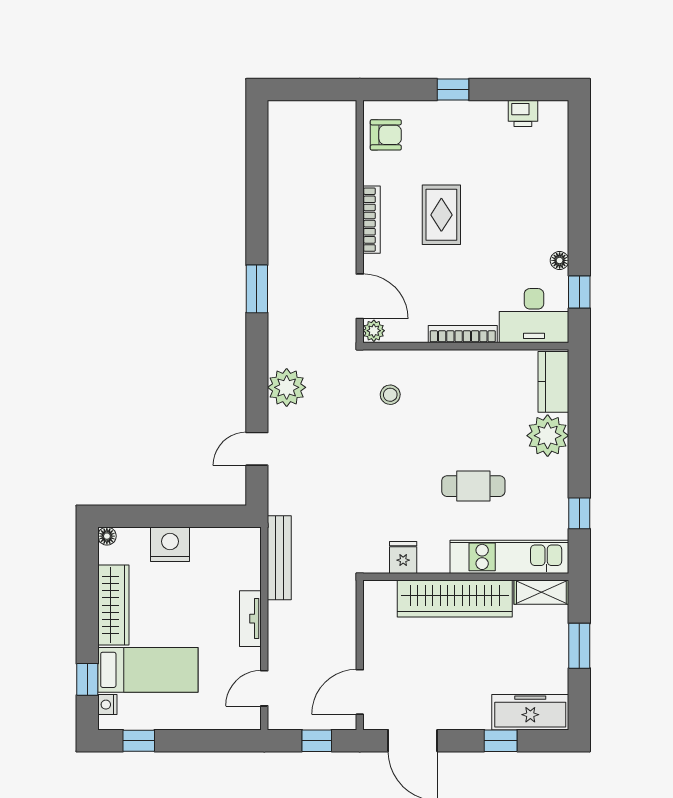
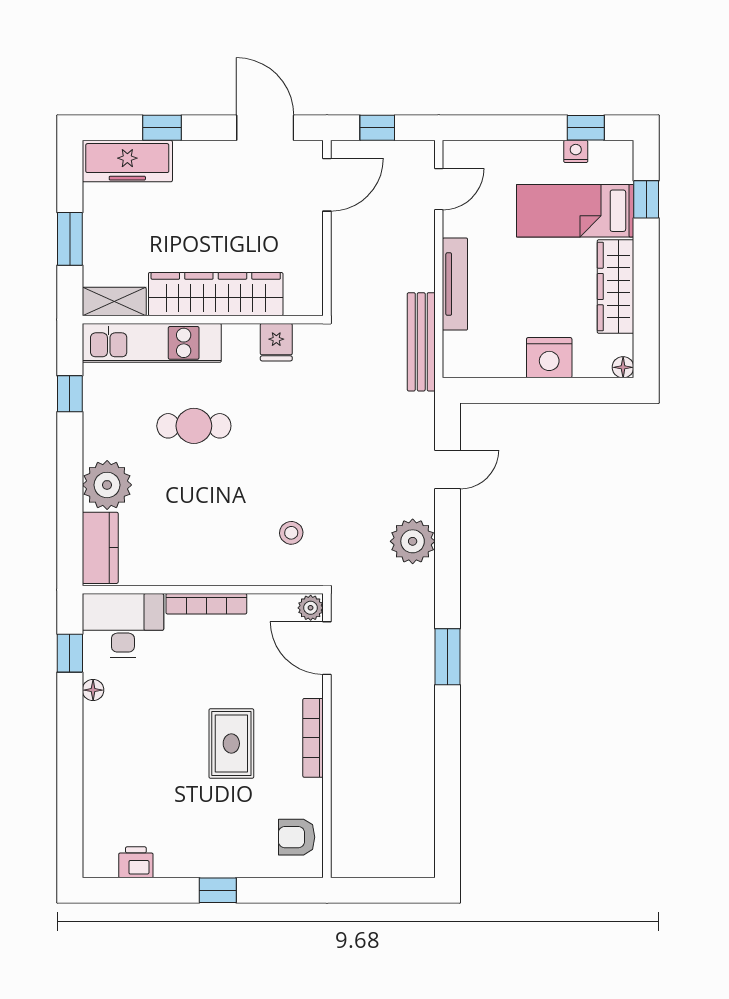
tv unit: (250, 619) -> (455, 284), width x1.41
nightstand: (107, 705) -> (576, 151), moved, turned -90

